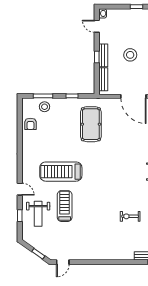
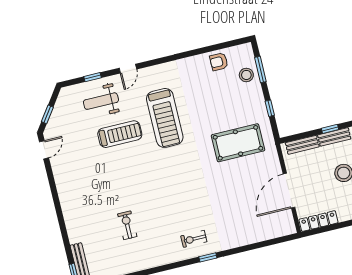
treadmill: (61, 172) -> (165, 118), turned 180
door: (63, 262) -> (44, 150), swing flipped

